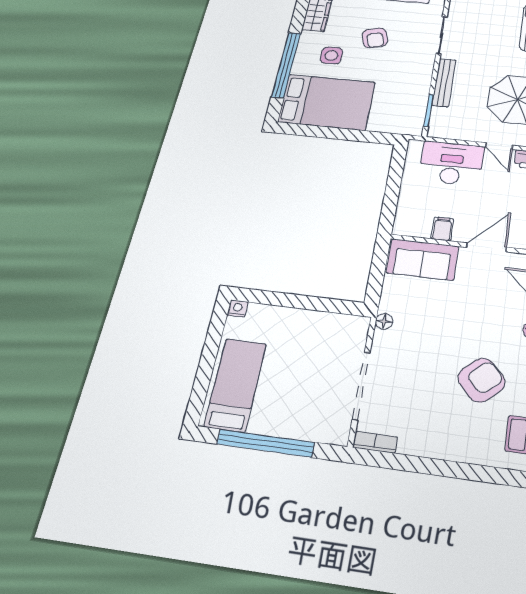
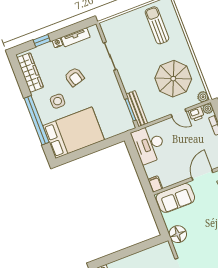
bench: (444, 83) -> (137, 109), moved
desk: (451, 163) -> (149, 144), moved, turned -90
filing cabinet: (442, 229) -> (155, 184), moved
floor lamp: (384, 321) -> (178, 234), width x1.89, depth x1.89

